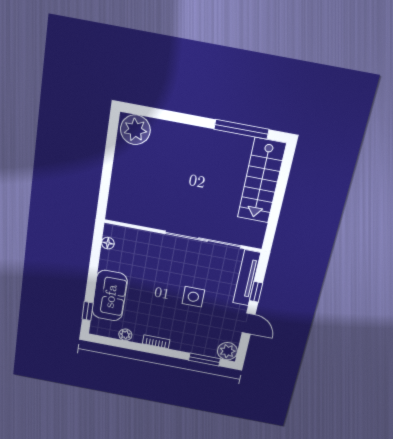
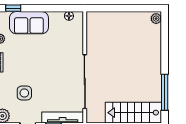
plant: (135, 130) -> (156, 19), width x0.53, depth x0.53
side table: (193, 297) -> (24, 93), moved

